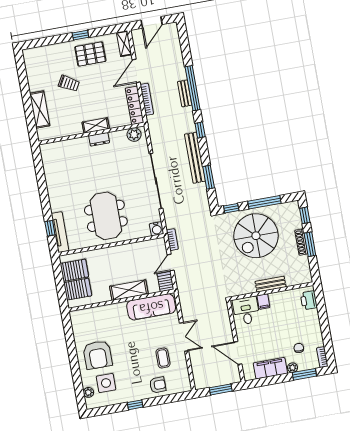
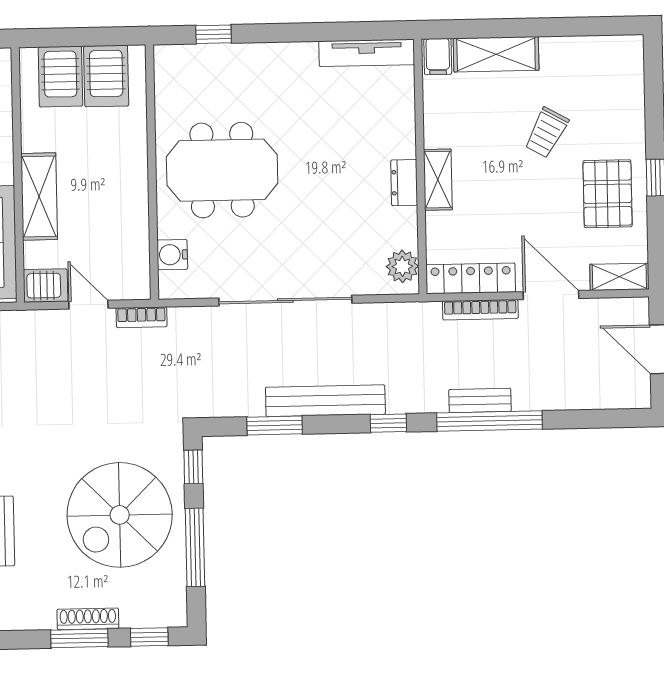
filing cabinet: (44, 134) -> (438, 57), added
water cooler: (157, 229) -> (172, 255), moved
tv unit: (60, 232) -> (367, 53), moved
spiral stairs: (256, 236) -> (120, 515), turned -90

